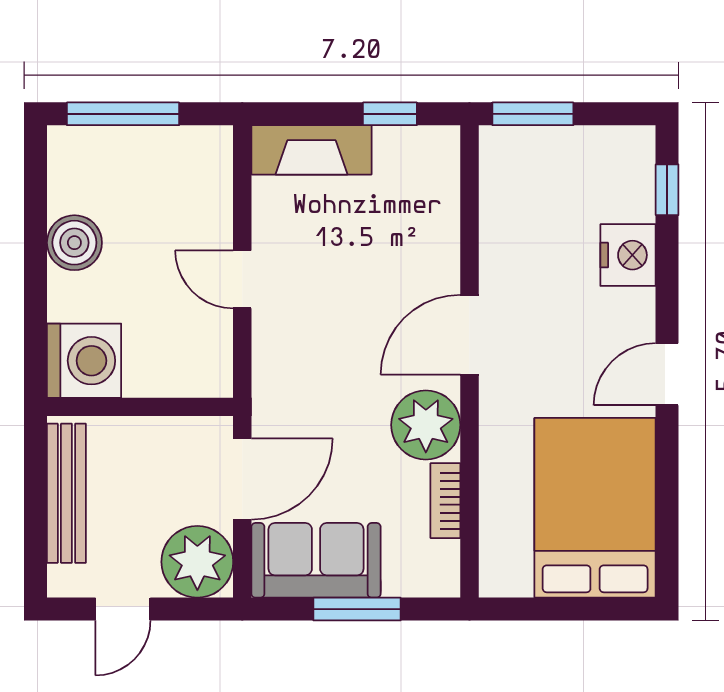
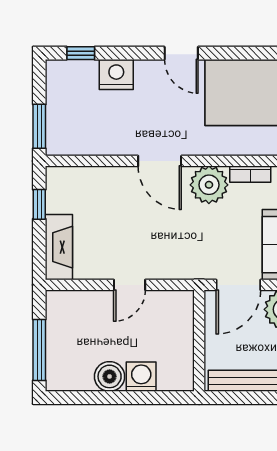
washing machine: (84, 361) -> (141, 377), moved, width x0.73, depth x0.73
door: (242, 479) -> (238, 285), swing flipped

